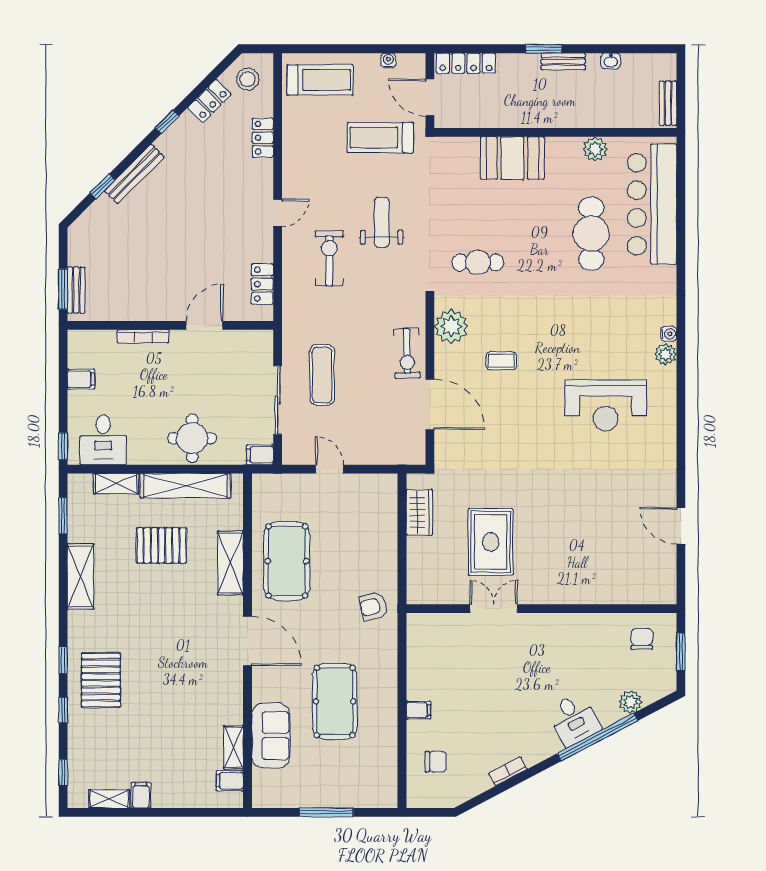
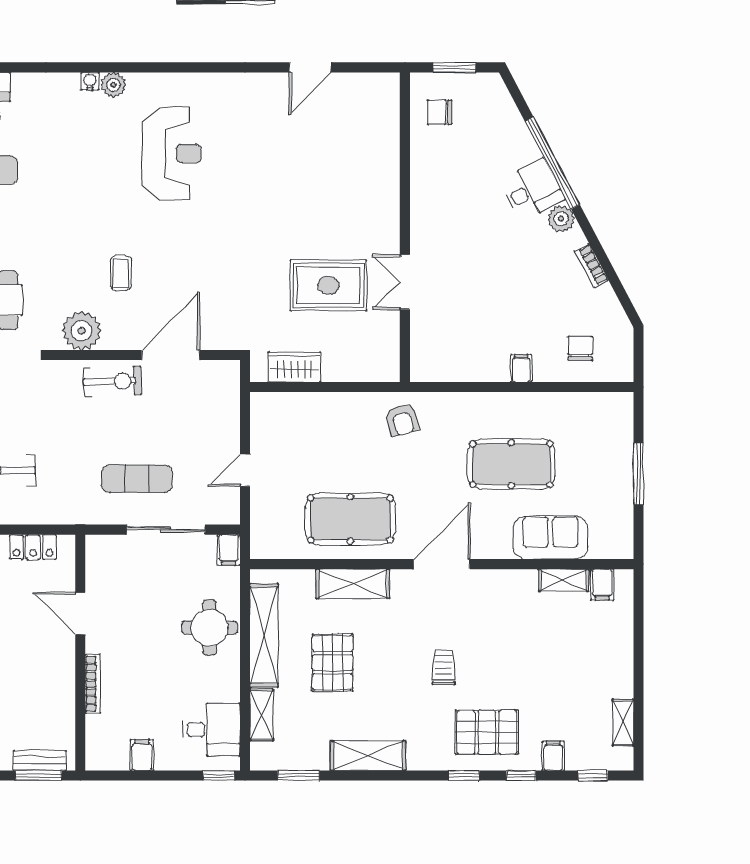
trolley: (157, 642) -> (444, 667), added
plant: (630, 702) -> (561, 219), moved
filing cabinet: (141, 795) -> (553, 756), moved, turned 90

